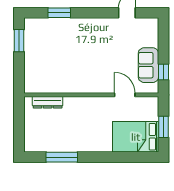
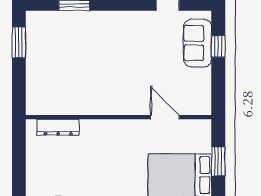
sofa: (148, 65) -> (198, 43), moved
window: (163, 72) -> (218, 46), moved

